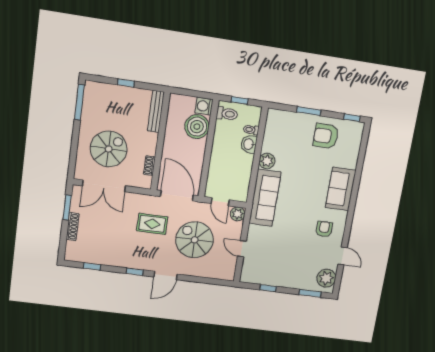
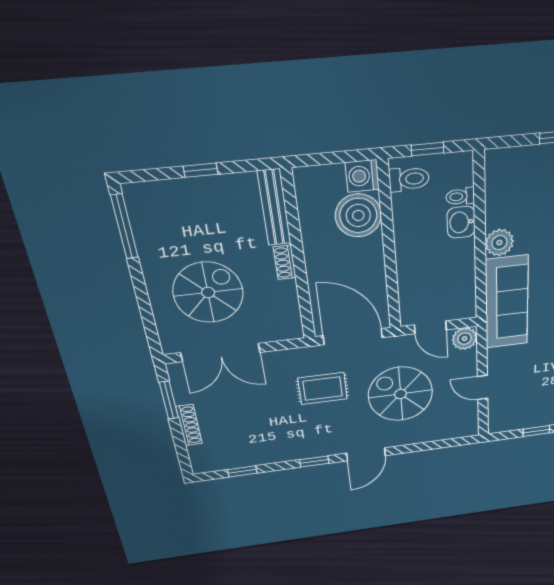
shoe rack: (150, 166) -> (285, 262), moved

